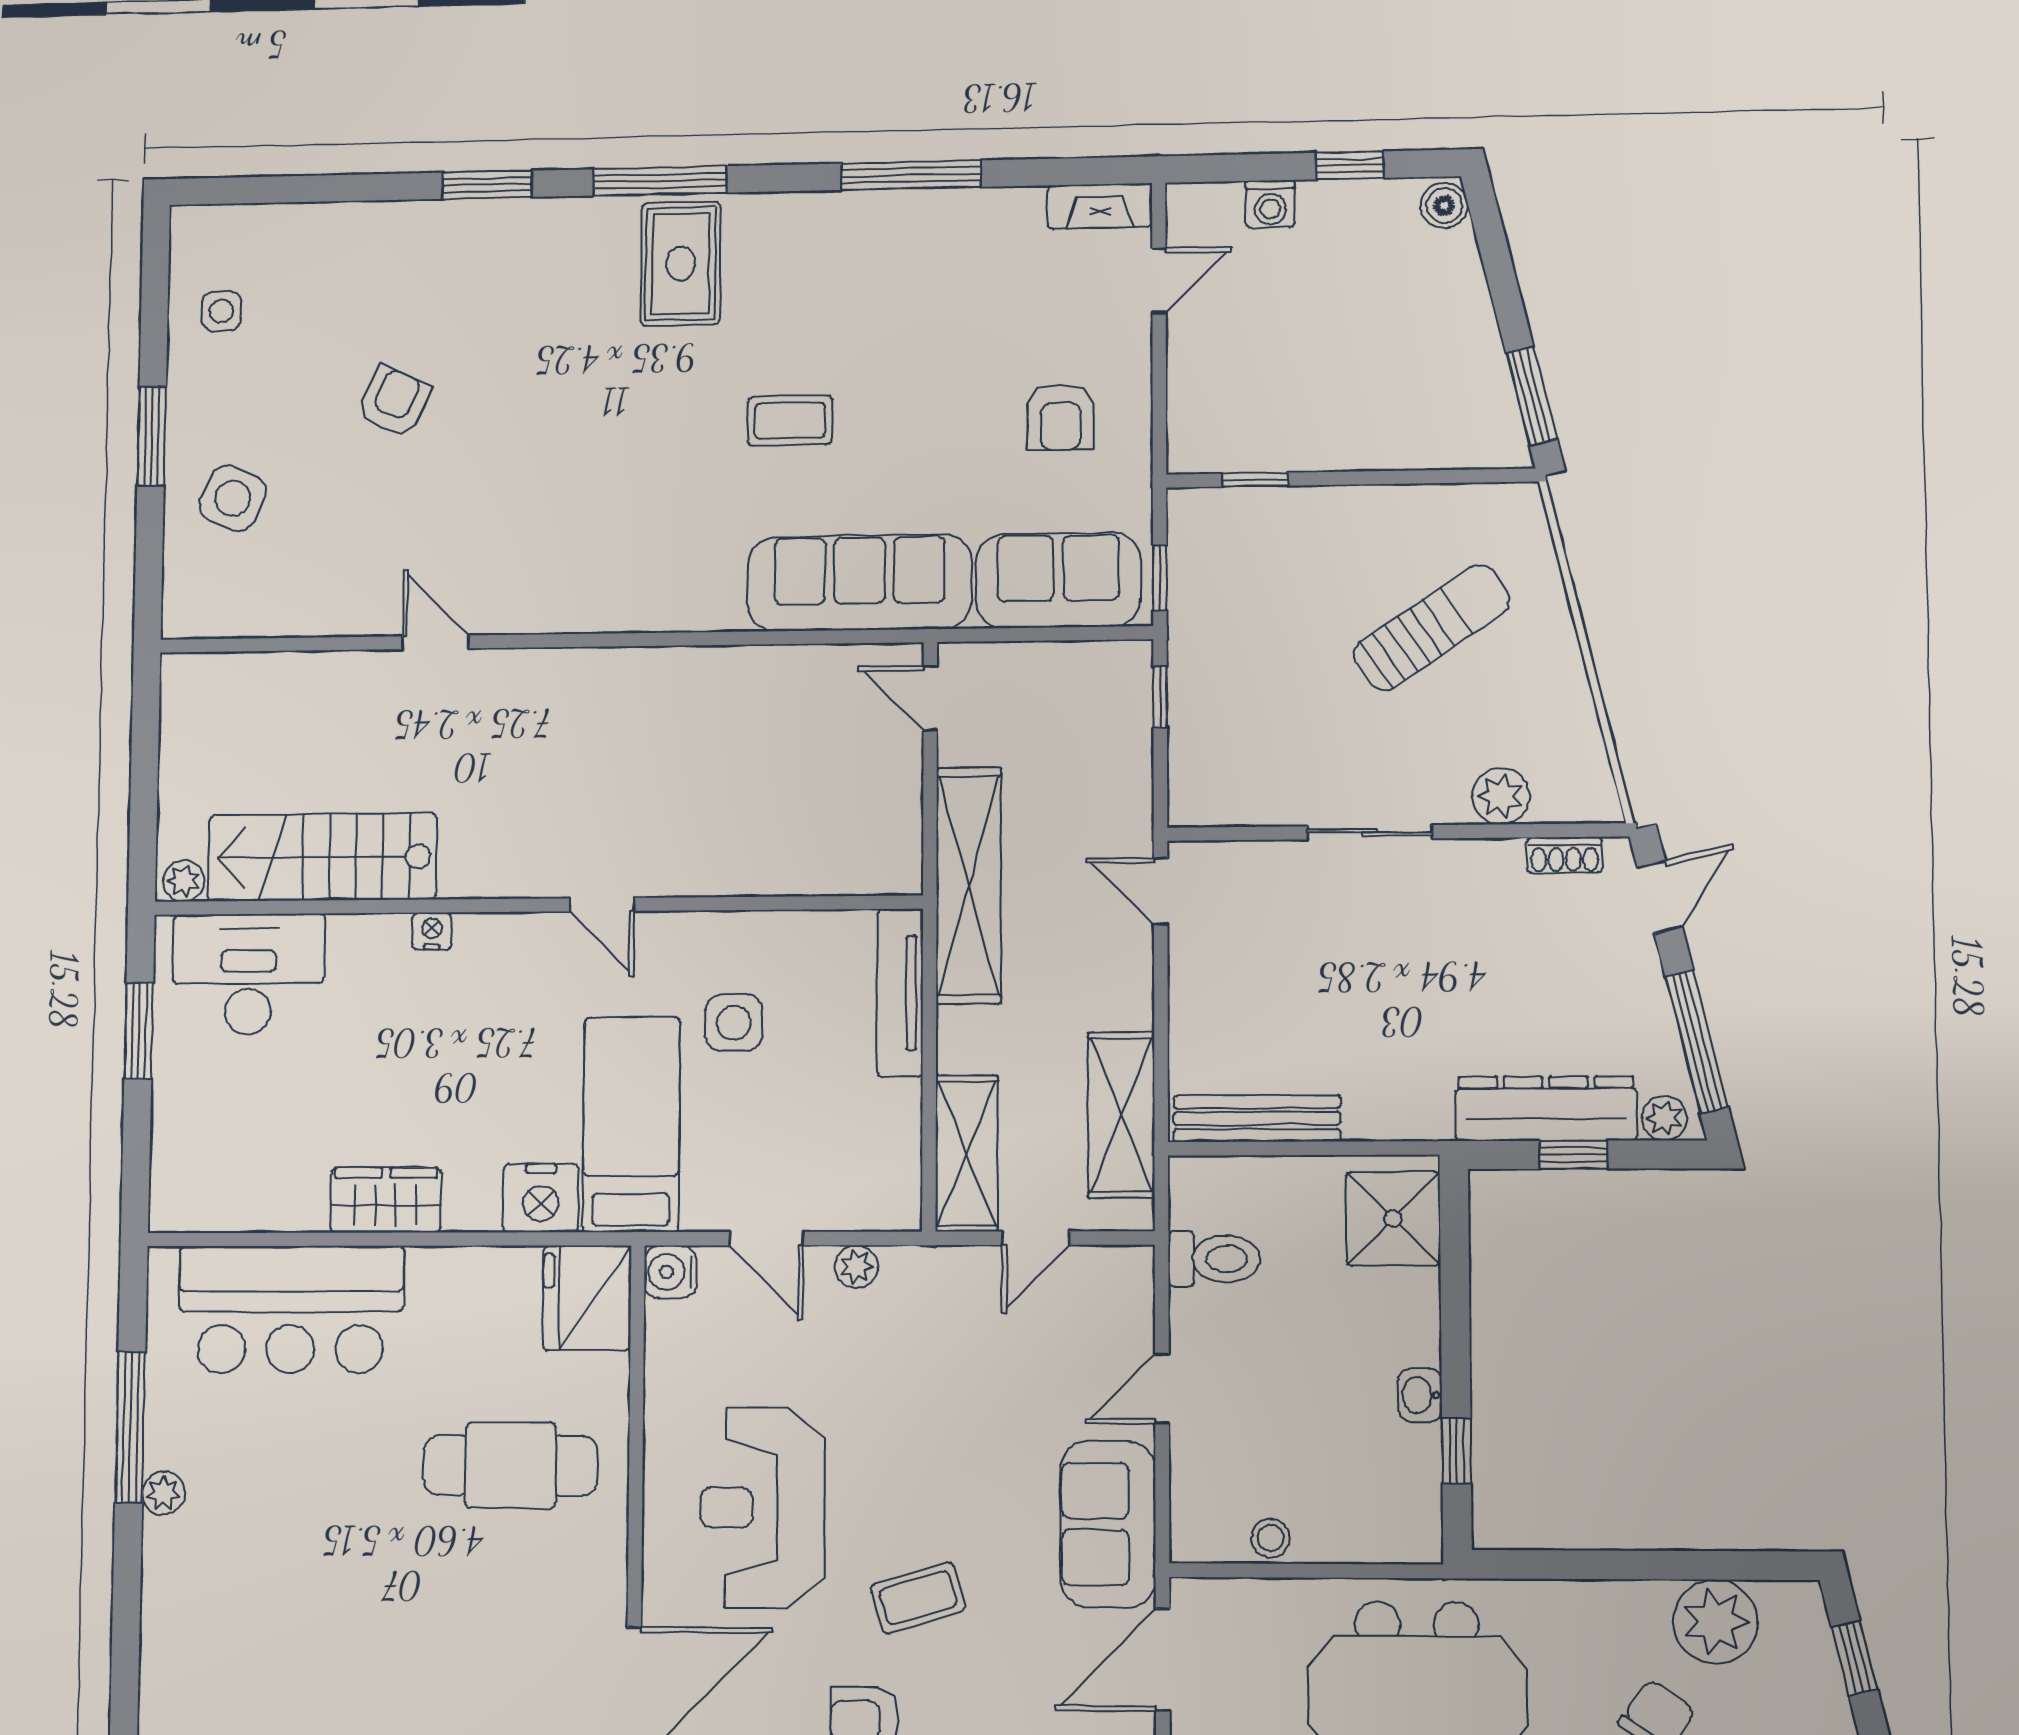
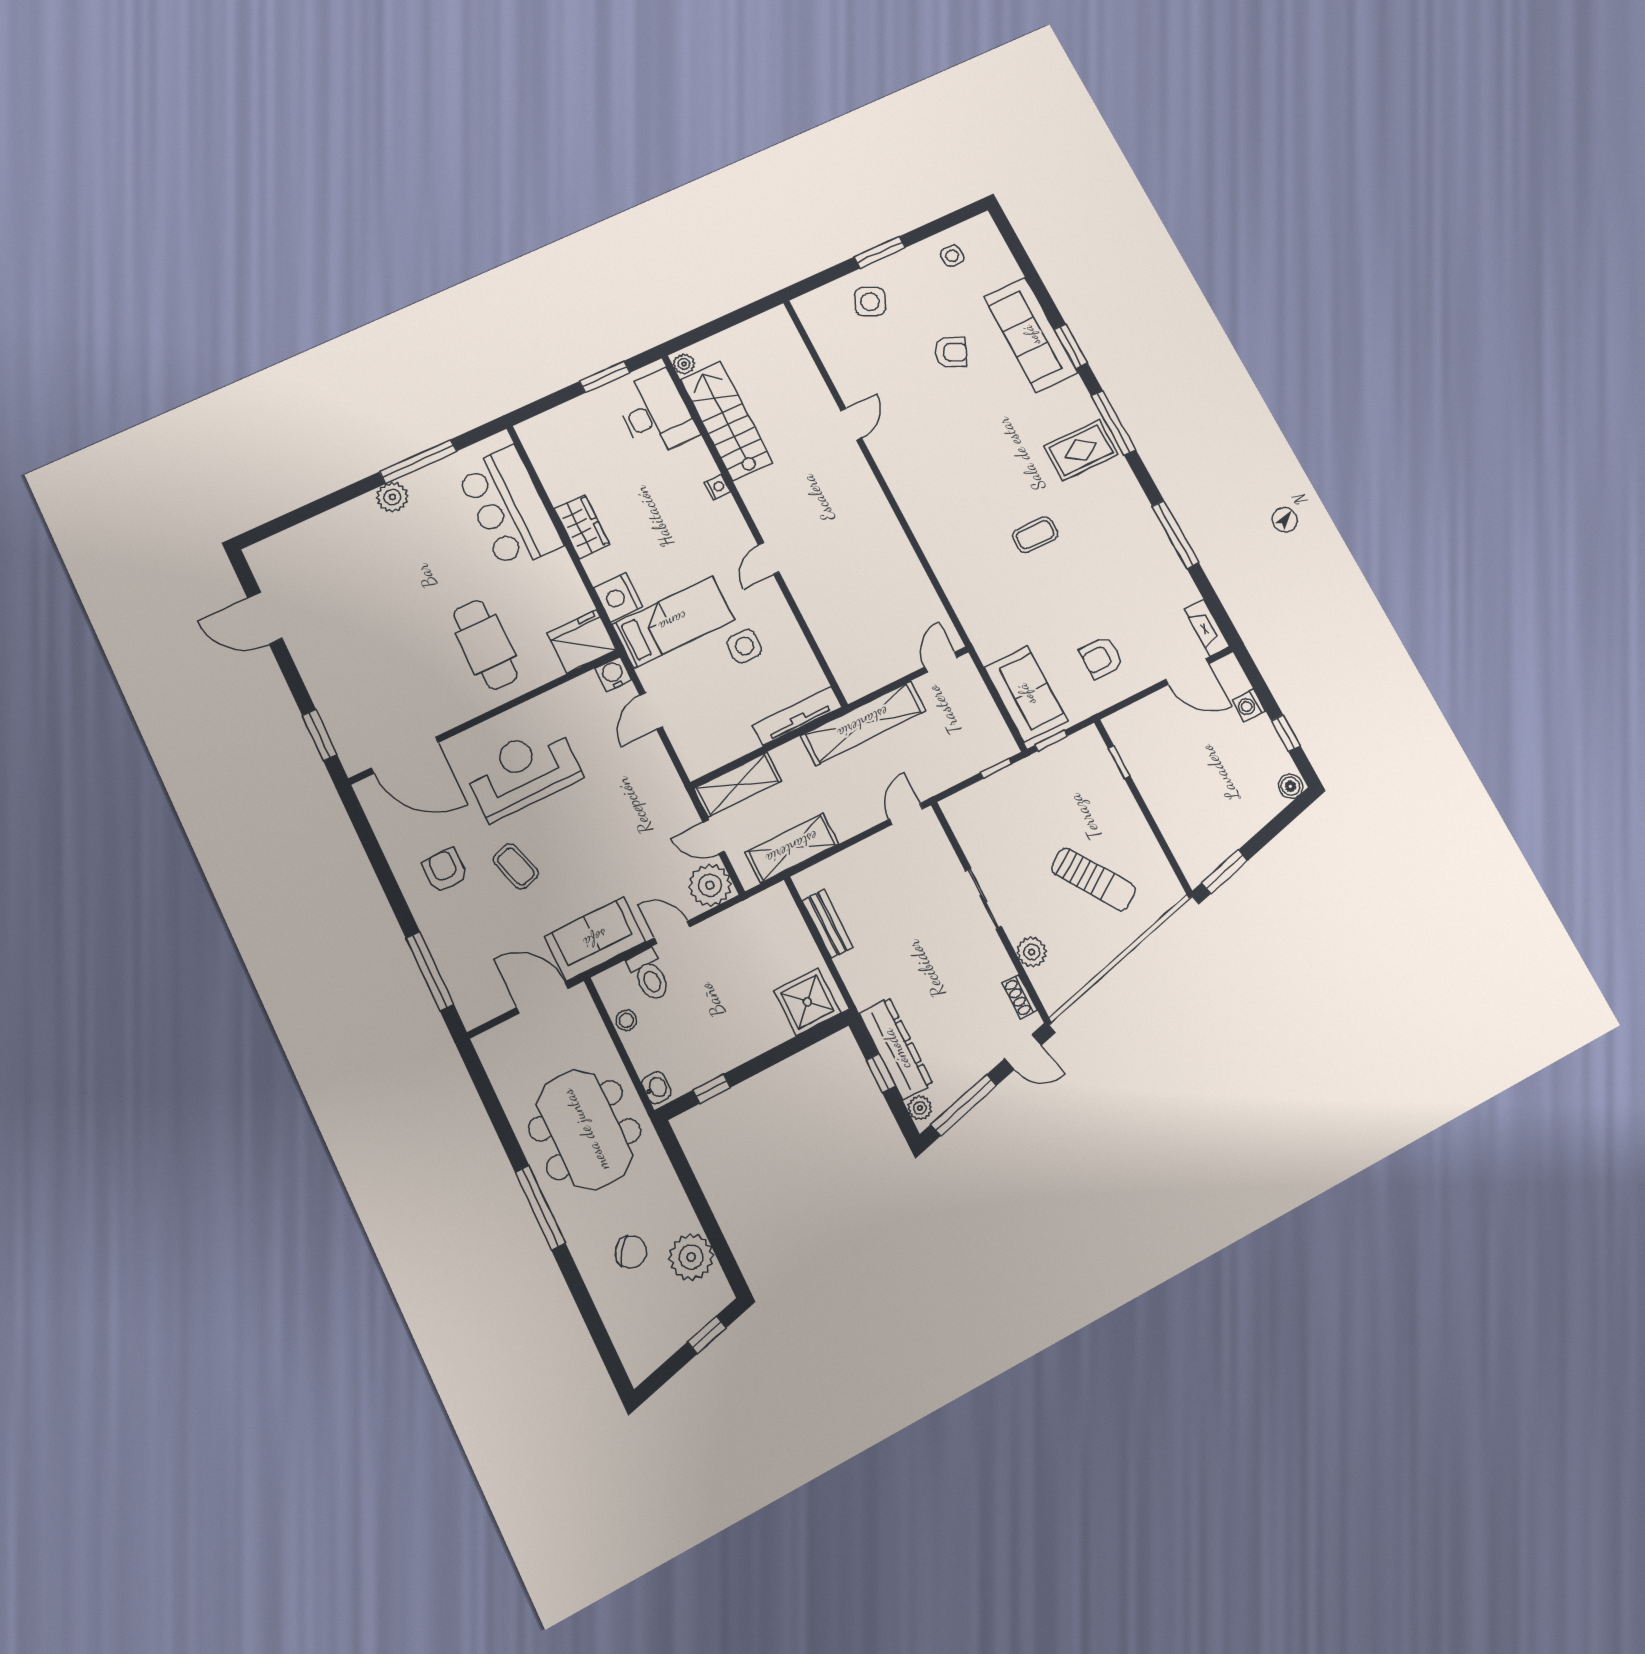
door: (1159, 281) -> (1187, 672), width x1.38
coffee table: (790, 421) -> (1035, 535), turned 90
sofa: (860, 583) -> (1031, 335), moved, turned 180
bench: (1257, 1118) -> (828, 924), width x0.73
toilet: (1214, 1259) -> (649, 975), moved
plant: (856, 1267) -> (710, 885), moved, width x1.87, depth x1.87
washbasin: (1420, 1395) -> (656, 1088), moved, turned 90
plant: (163, 1493) -> (392, 497), width x1.38, depth x1.38

